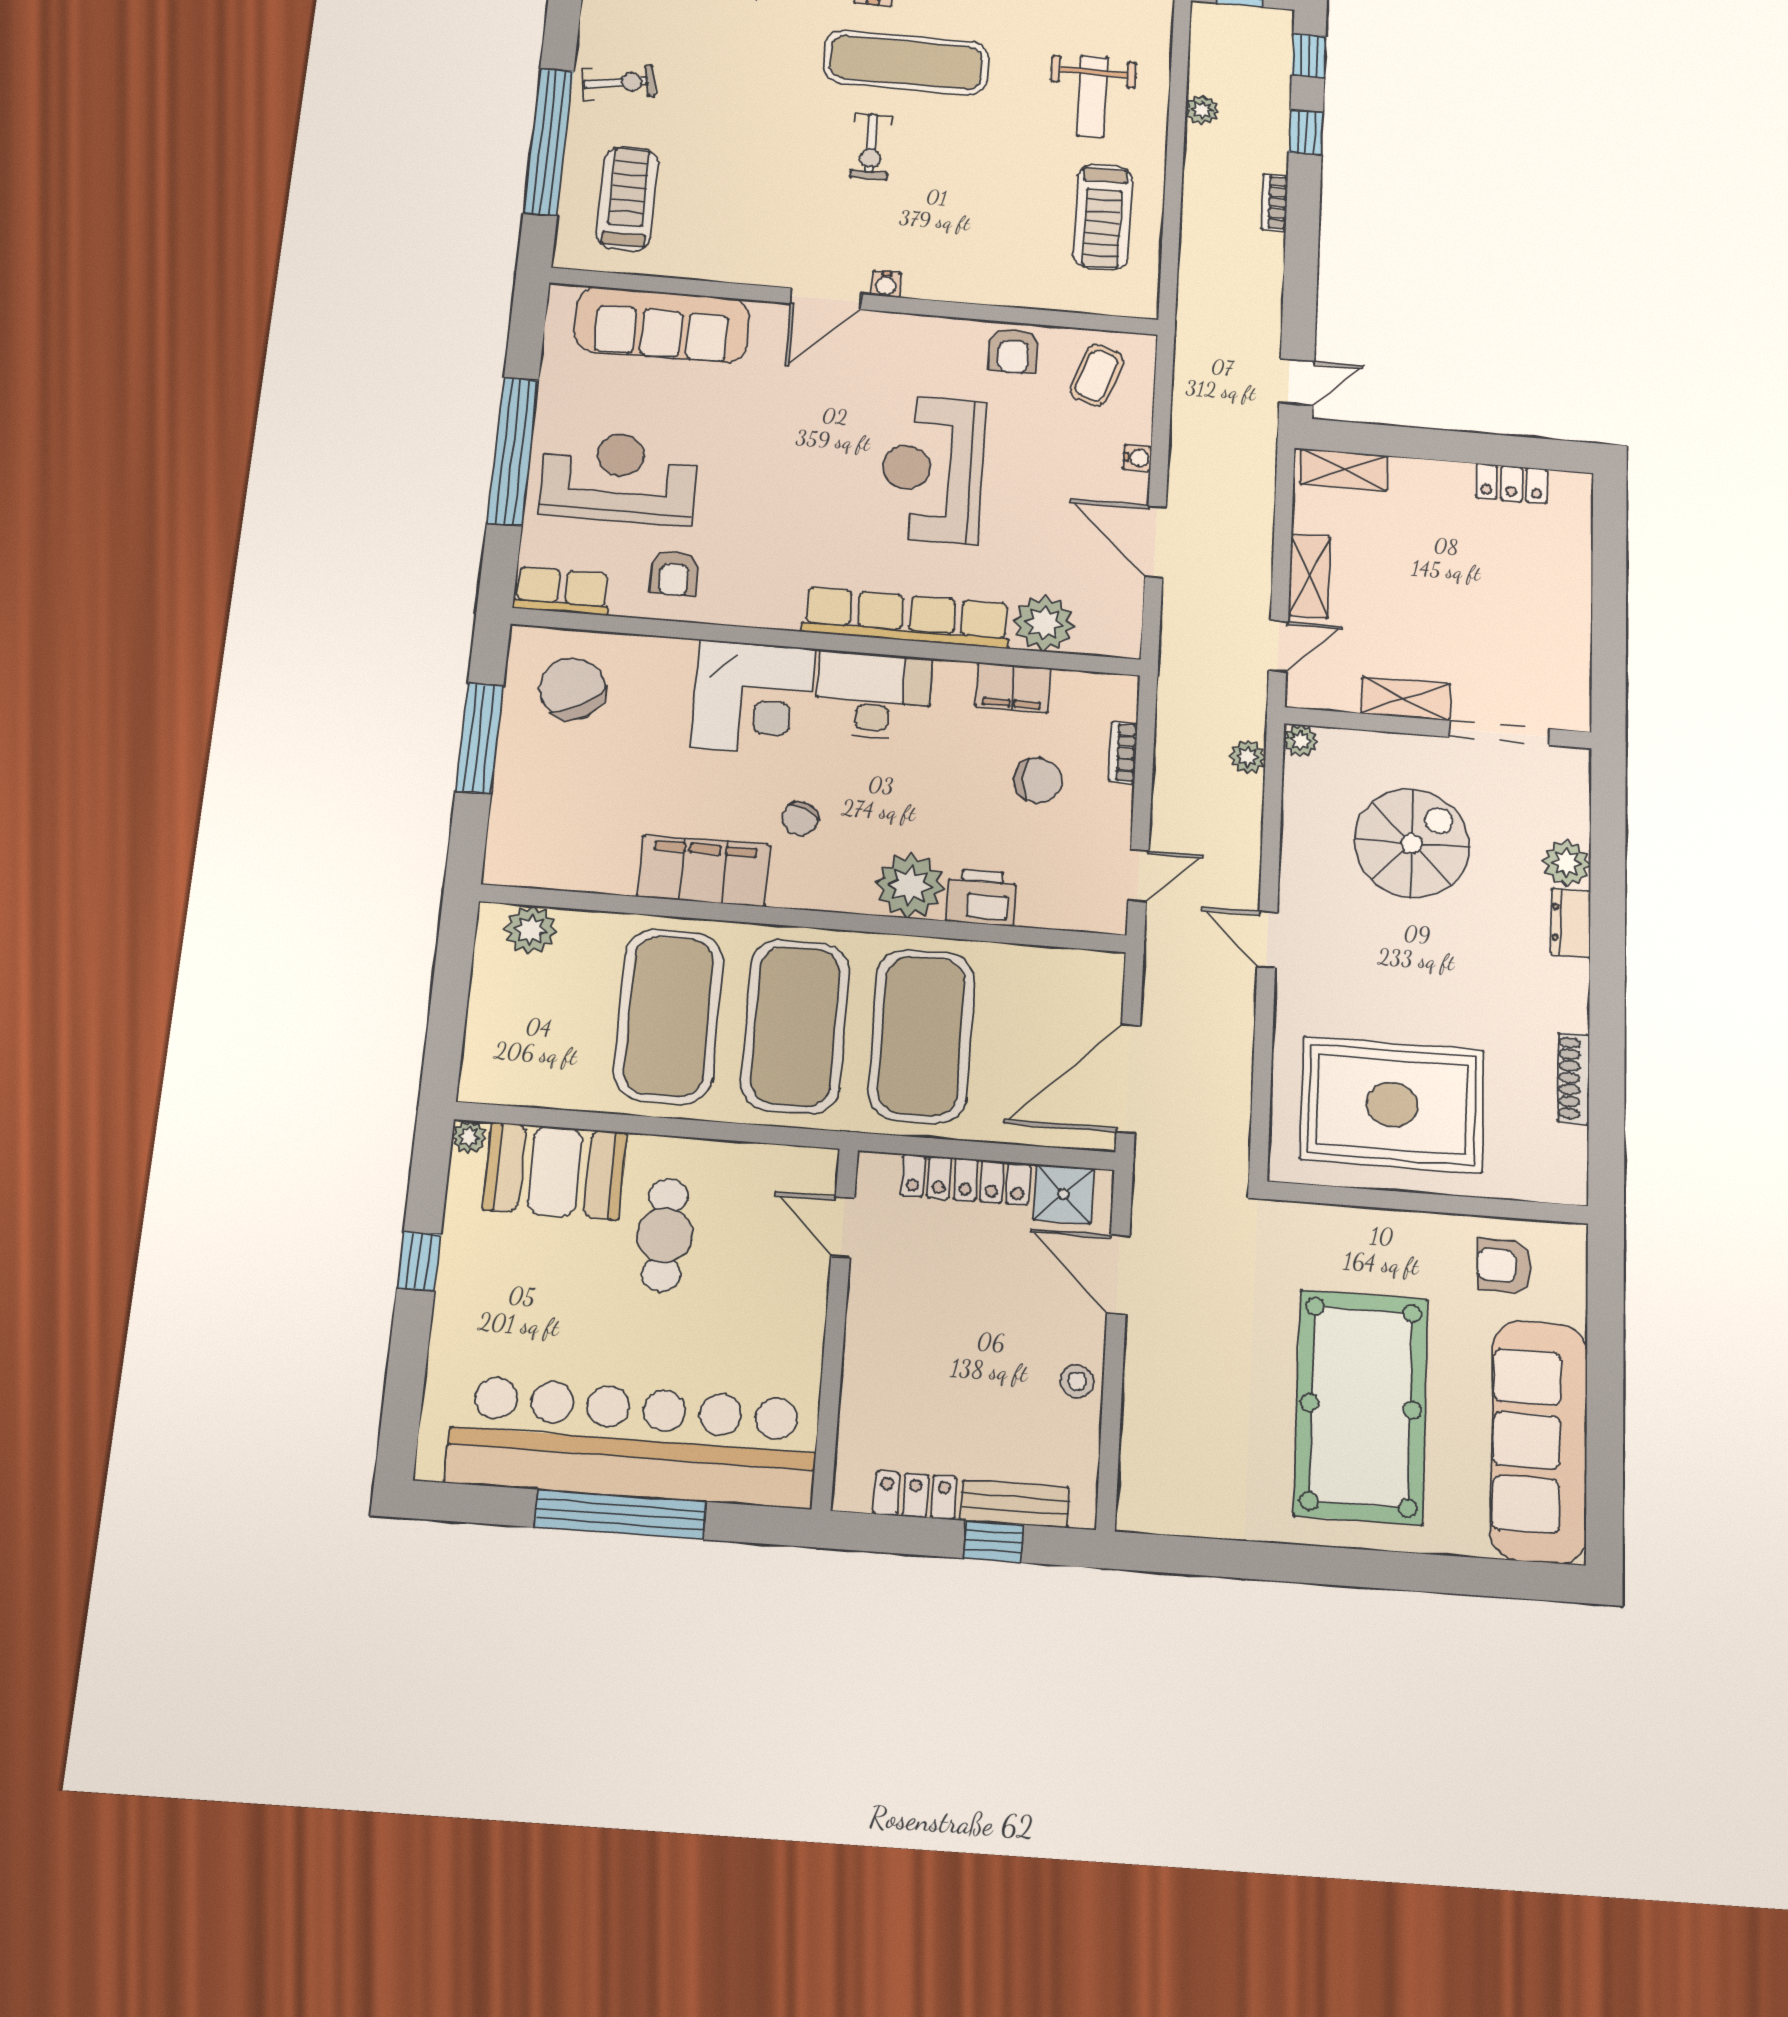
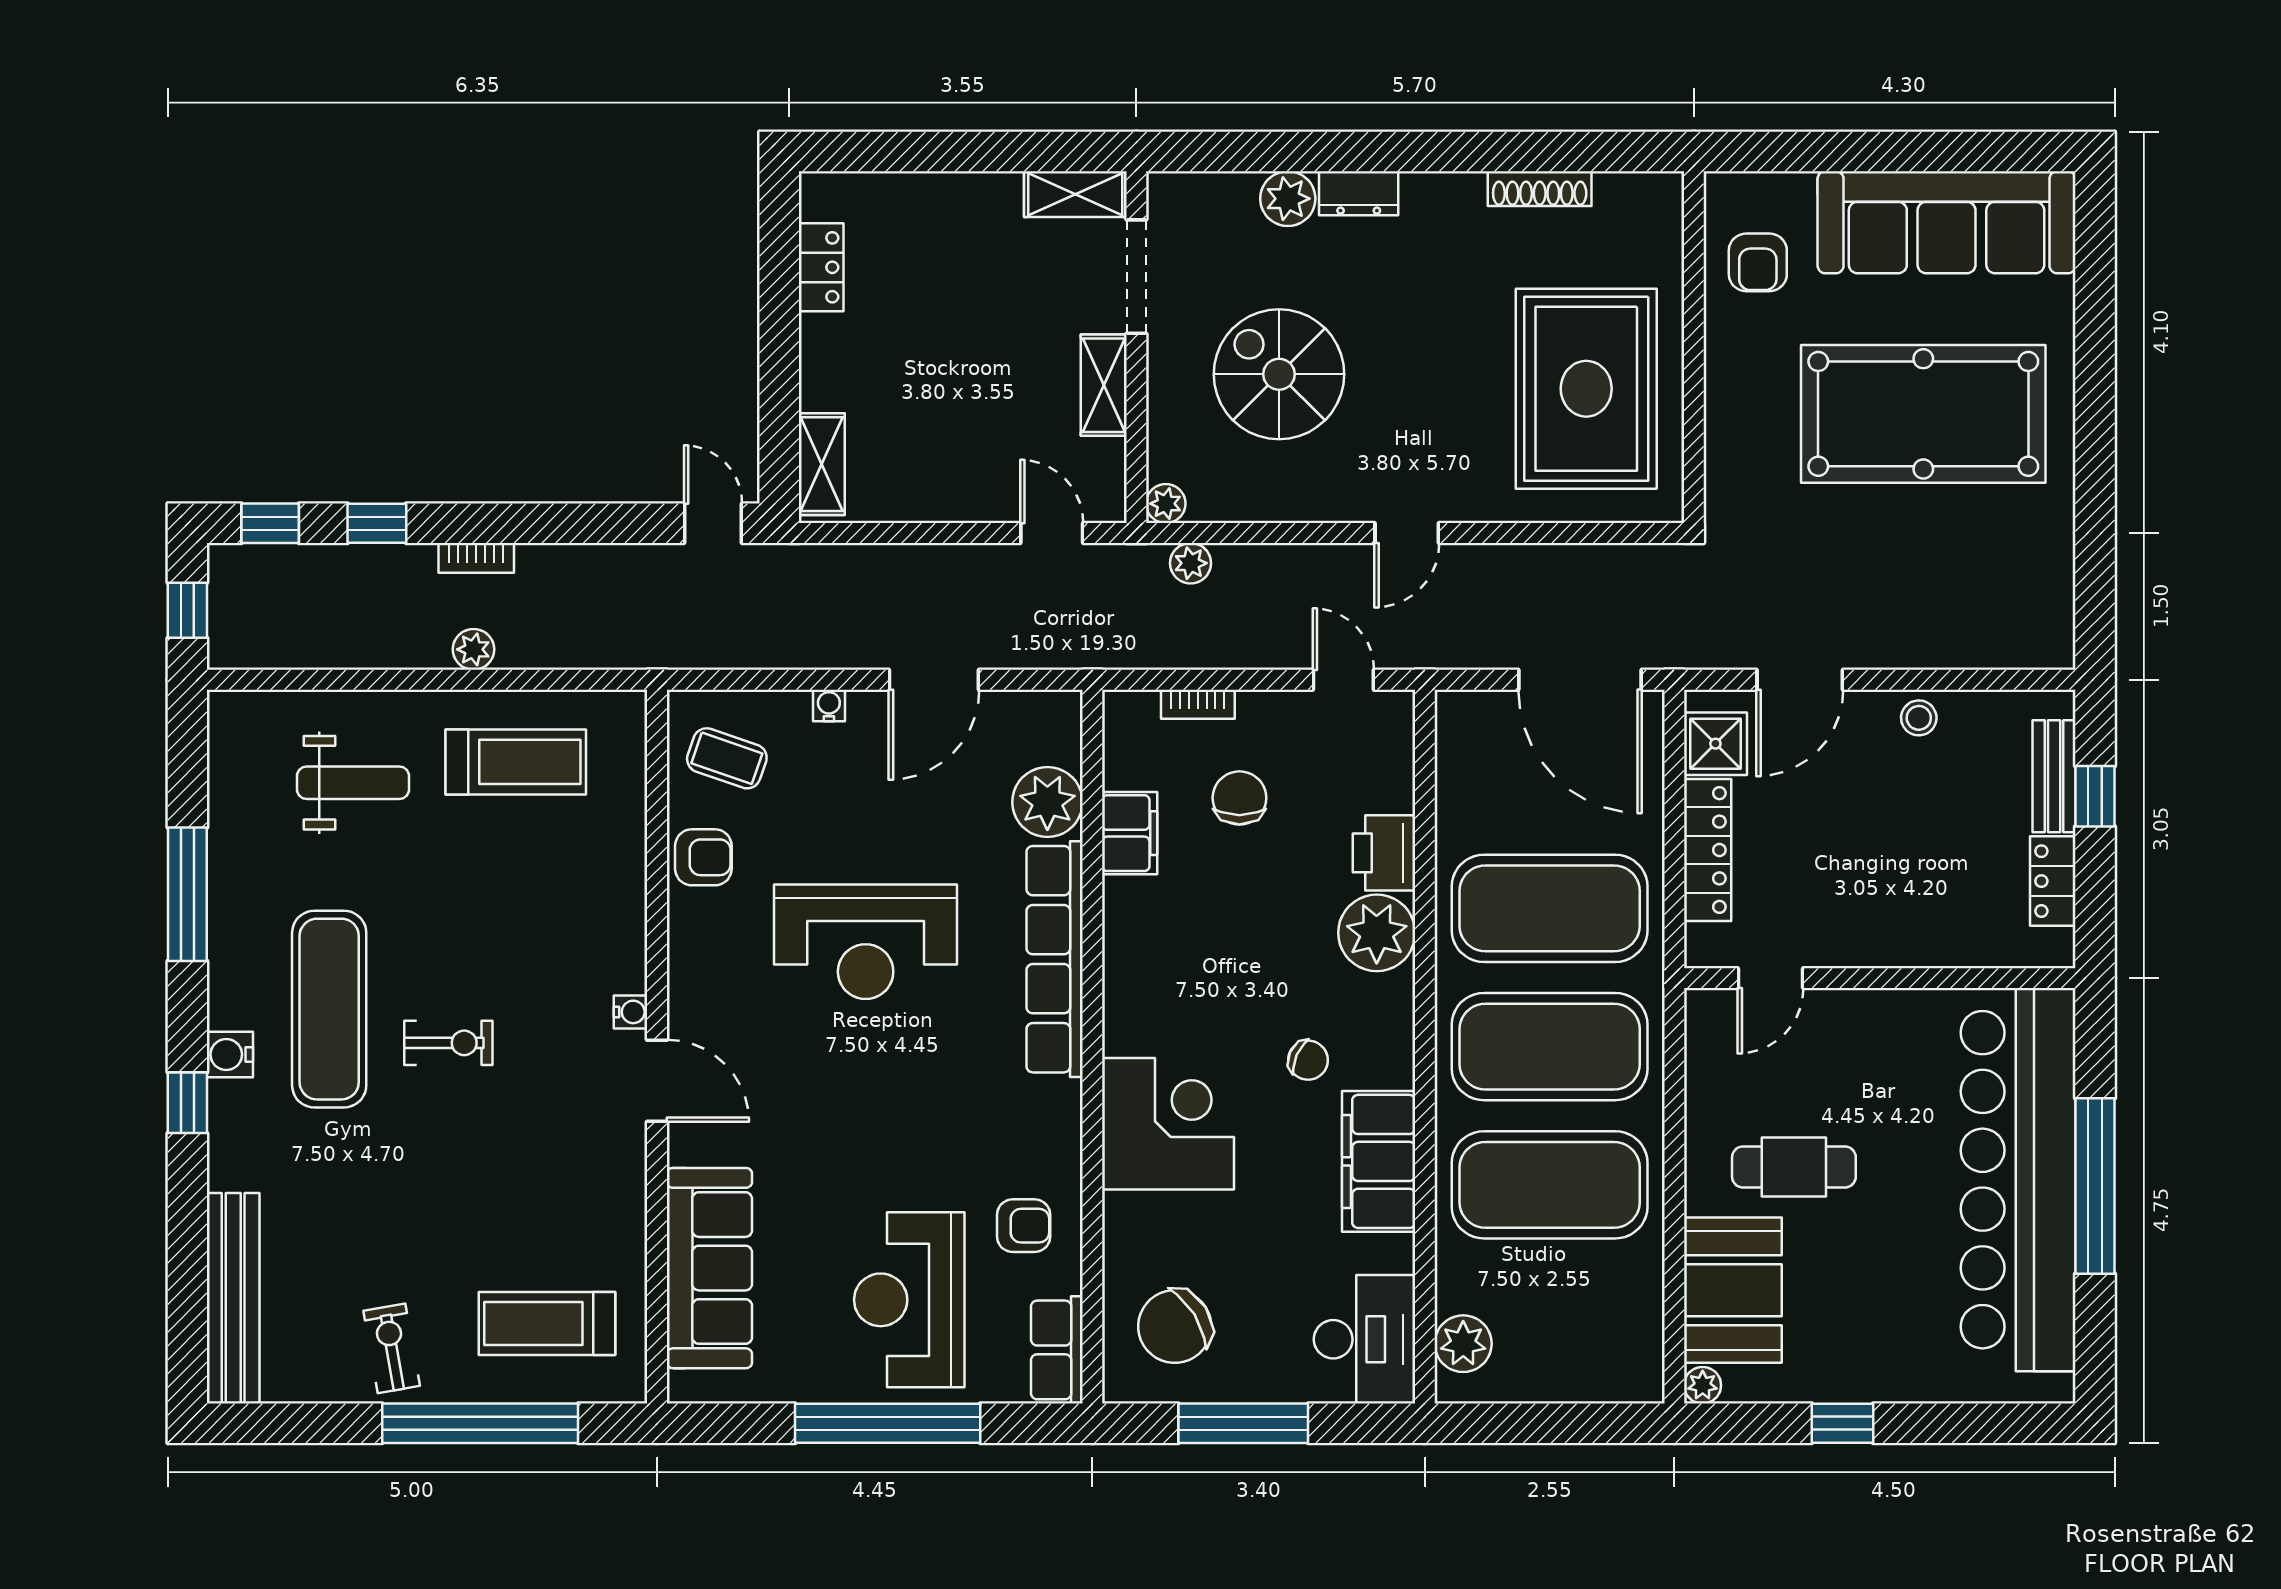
plant: (1202, 110) -> (473, 649), moved
shelving: (1309, 576) -> (1075, 194), moved
desk: (873, 695) -> (1365, 1339), moved, turned 180

